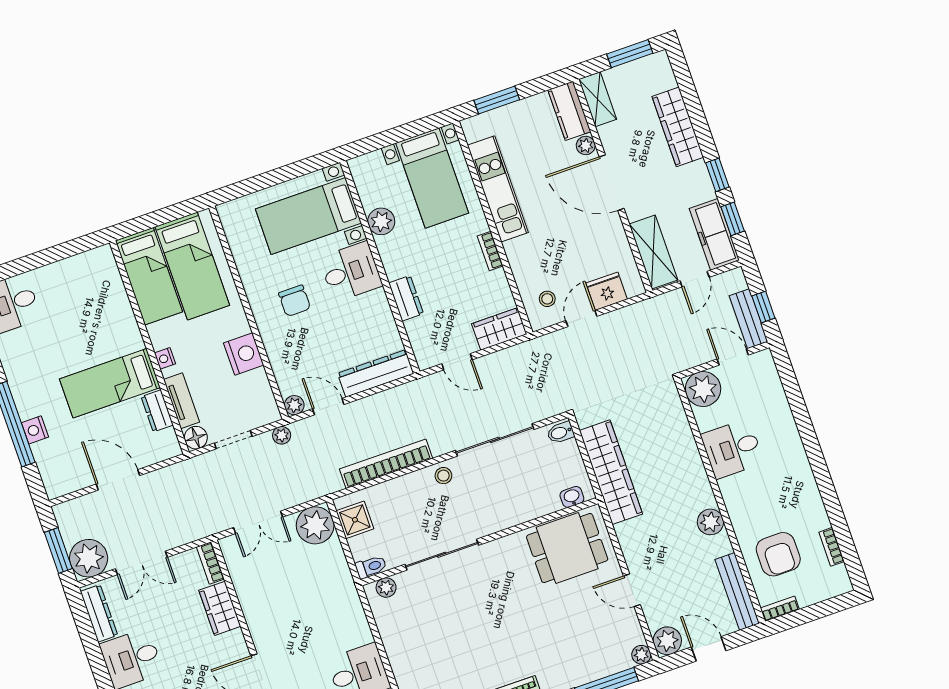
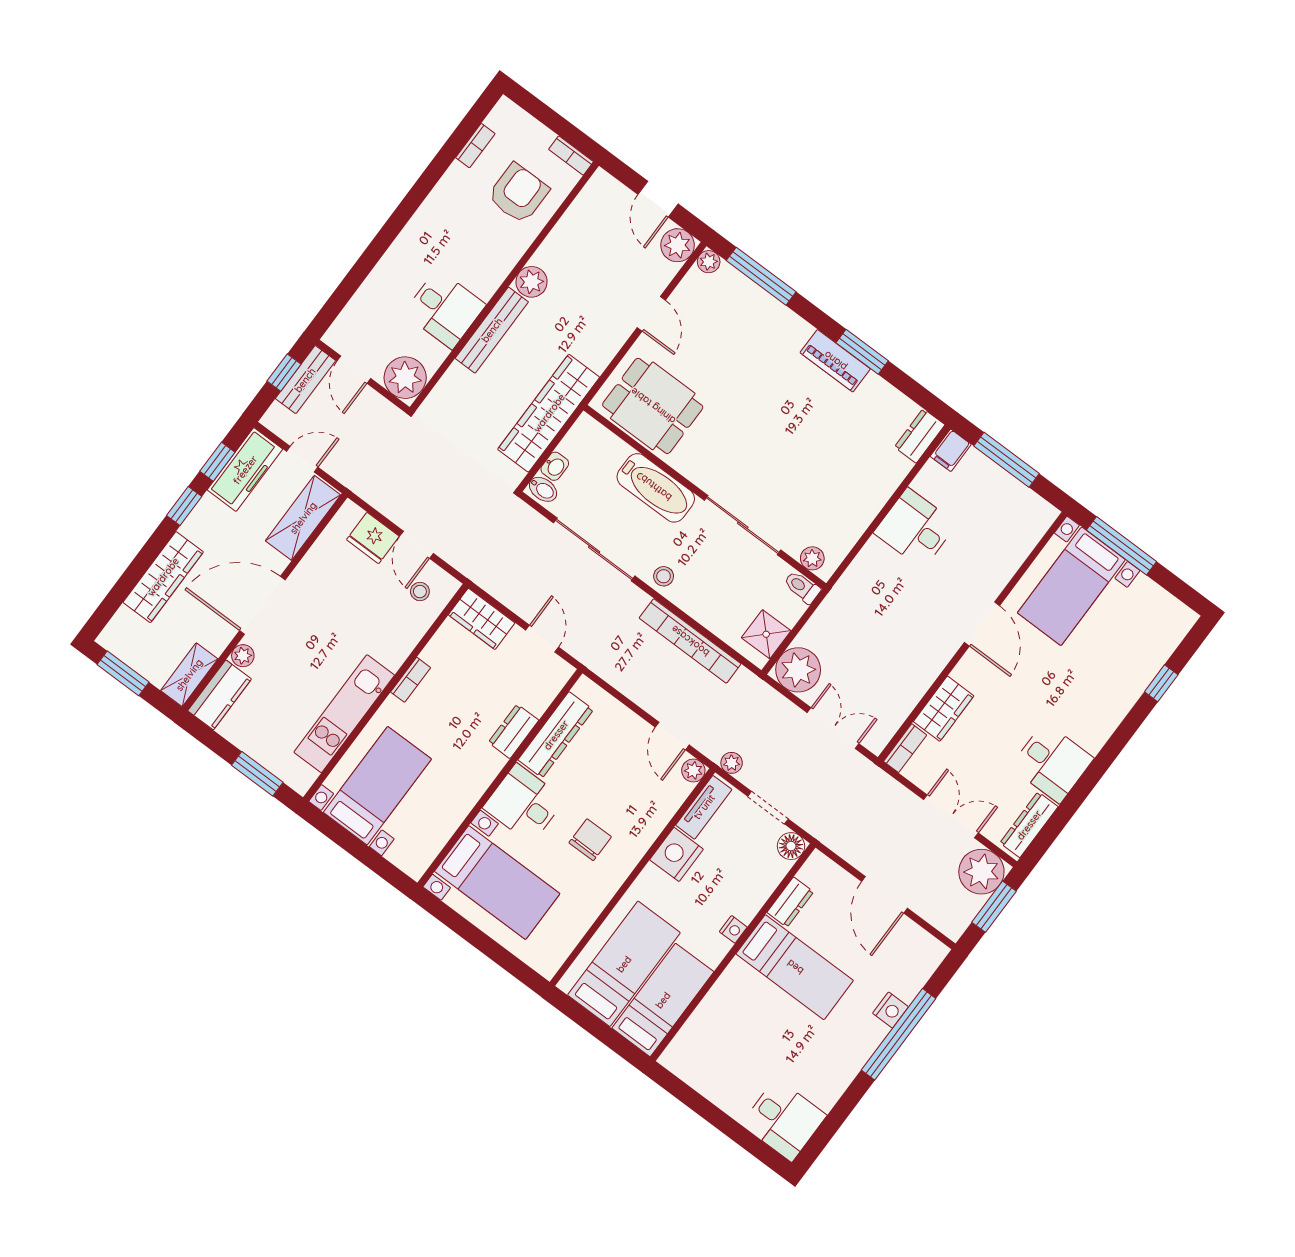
door: (612, 183) -> (262, 605), swing flipped
plant: (381, 221) -> (454, 807), removed
door: (581, 318) -> (417, 545), hinge flipped
dresser: (376, 373) -> (556, 735), moved, turned -90
tv unit: (182, 401) -> (704, 807), moved, turned 180
washbasin: (572, 497) -> (555, 466), moved, turned -90
bathtub: (509, 512) -> (656, 488), added
bench: (737, 591) -> (492, 330), moved

